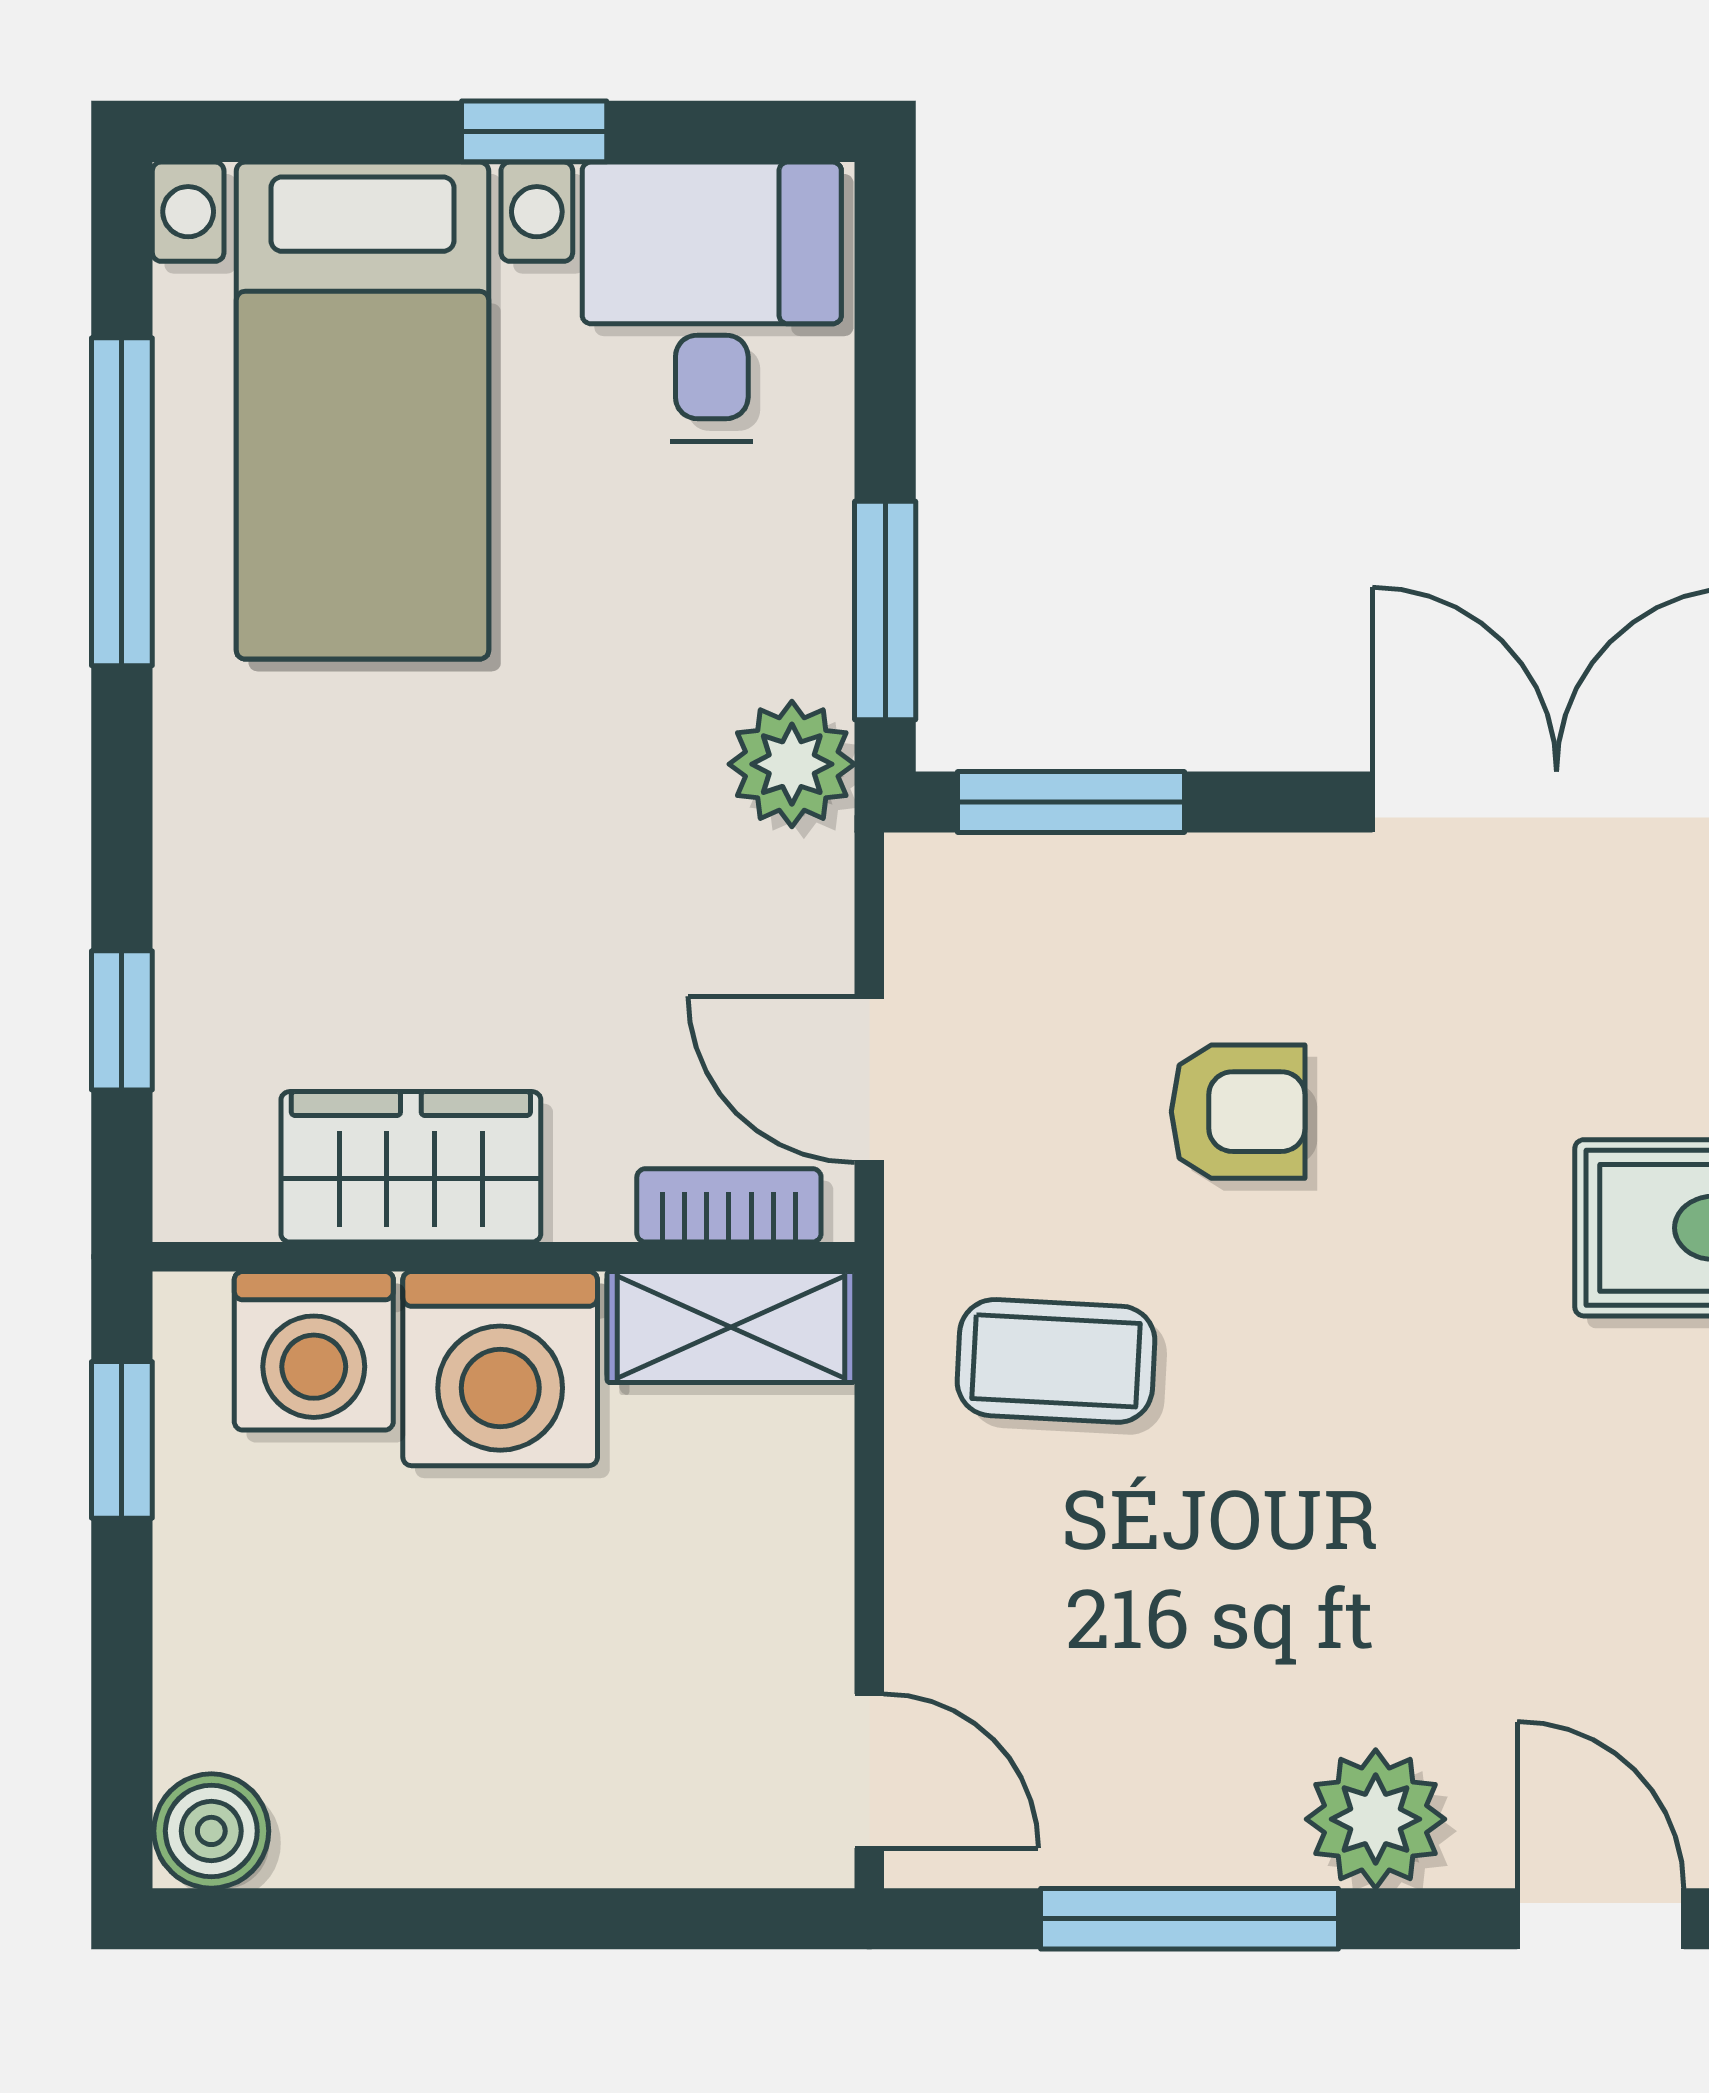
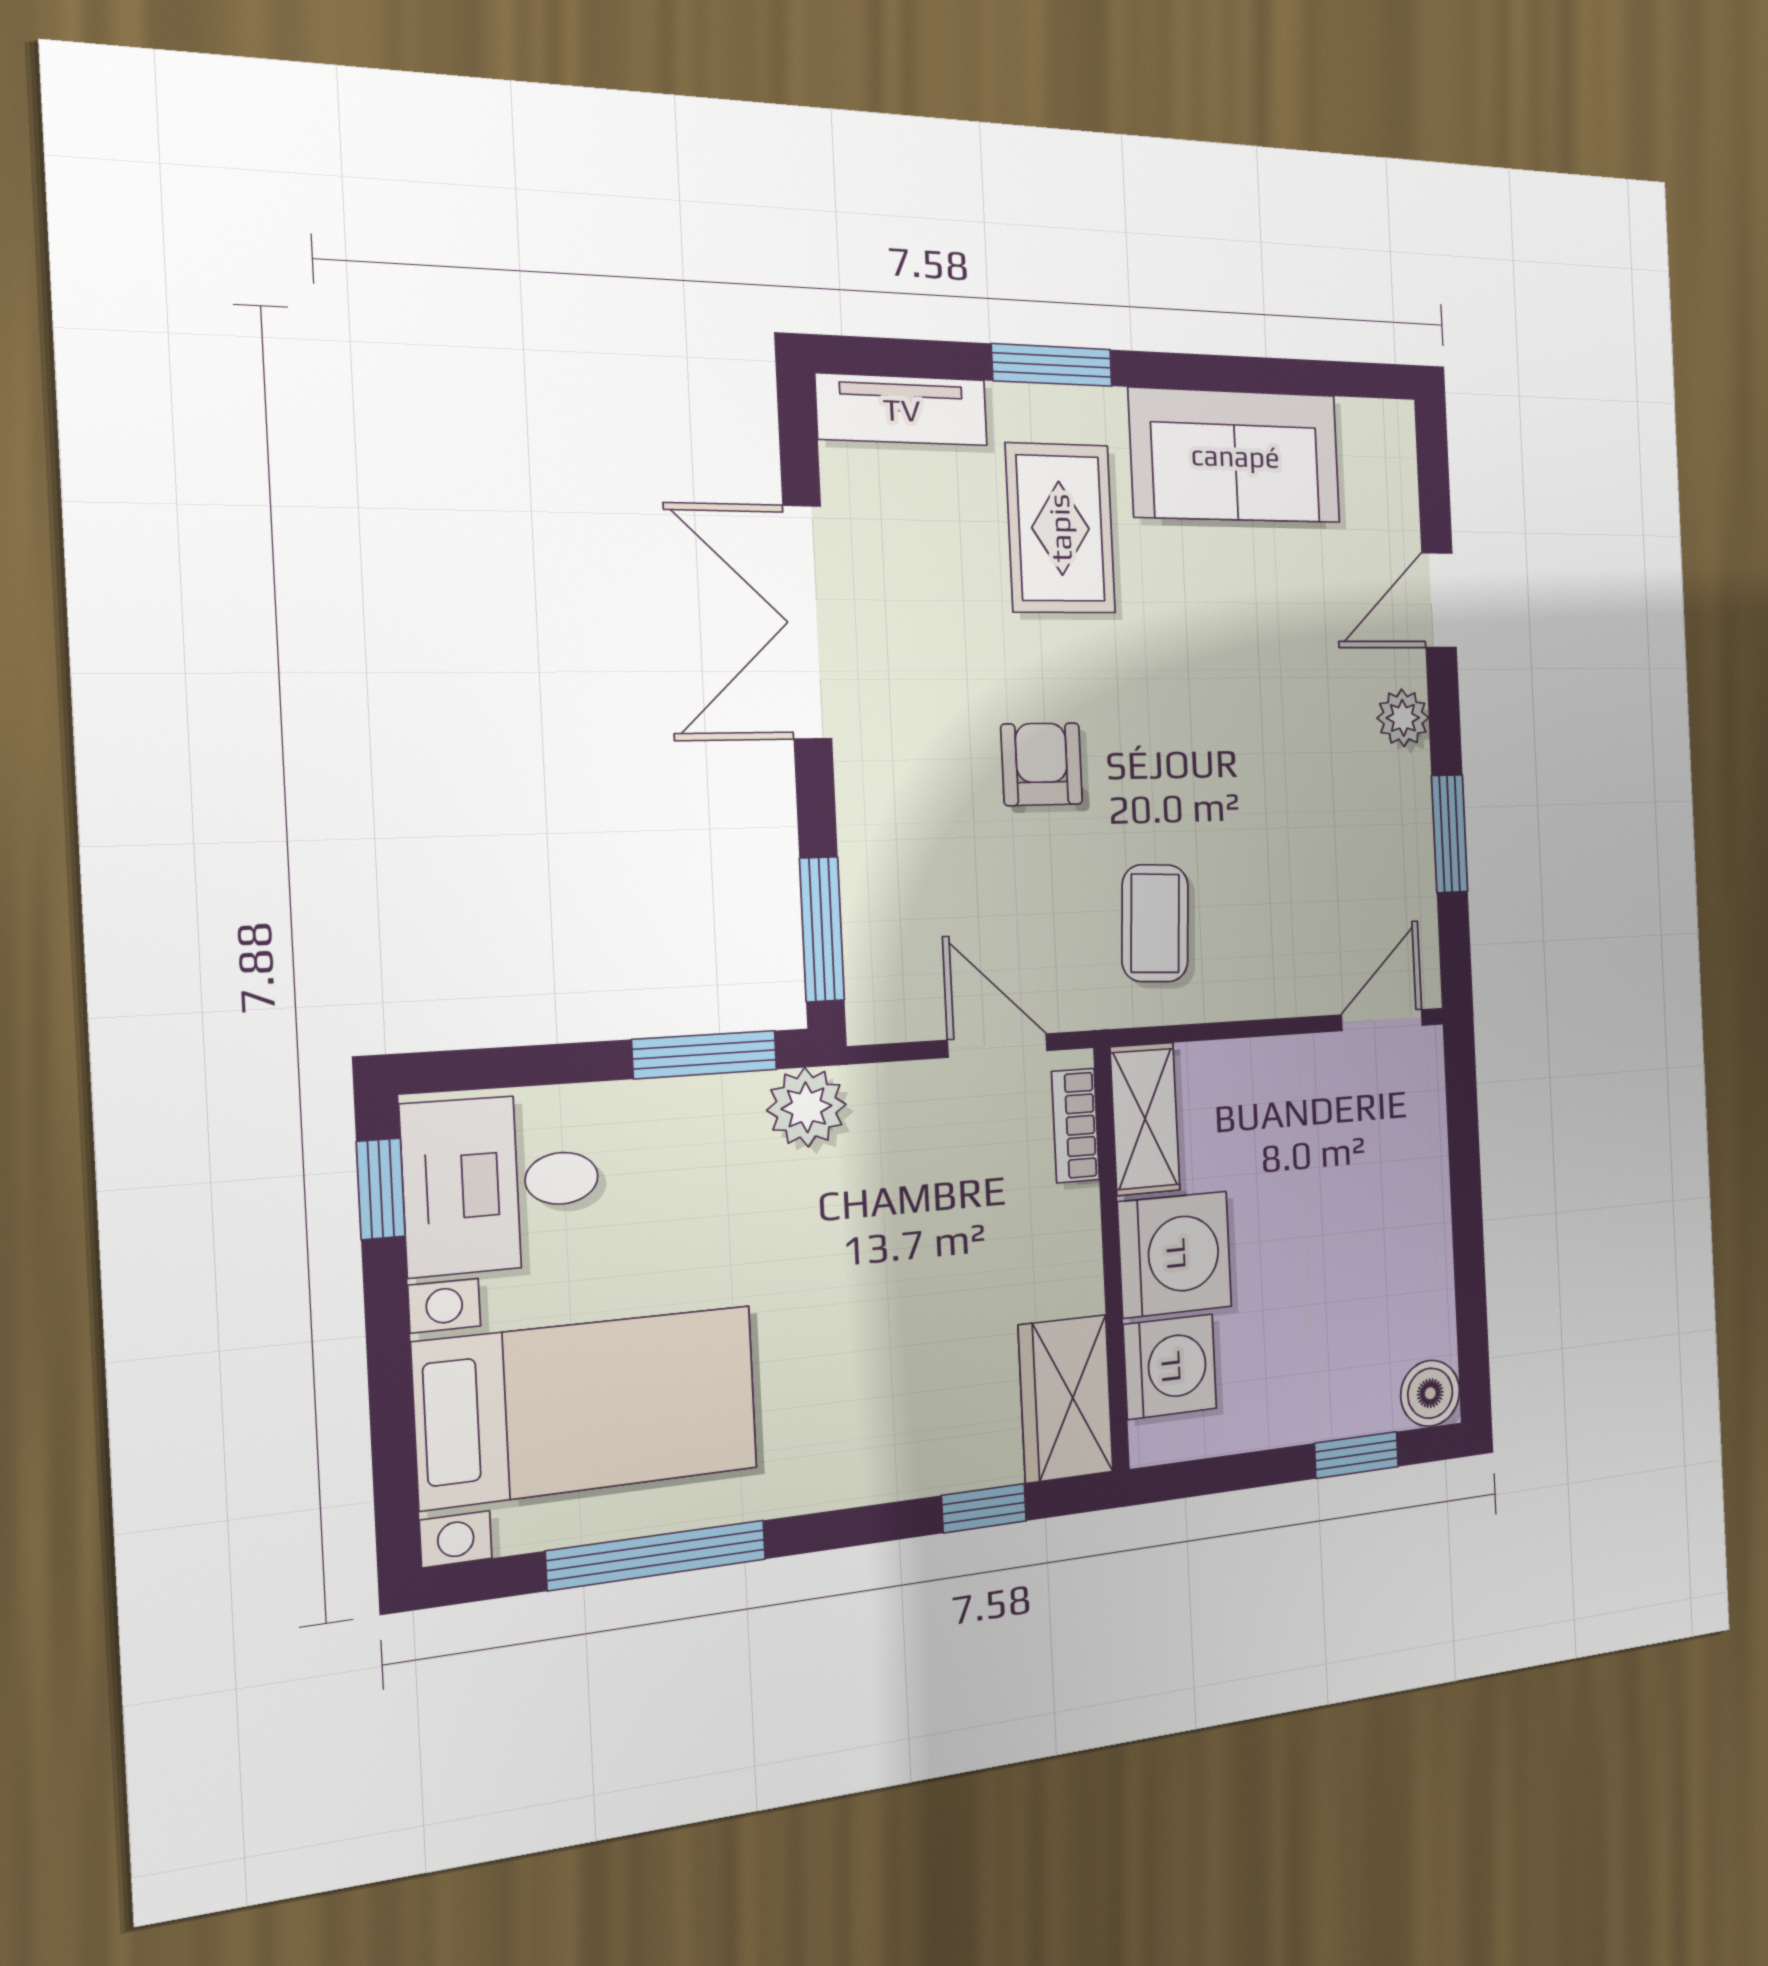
window: (534, 131) -> (381, 1189), moved
door: (869, 1079) -> (998, 1045), swing flipped
armchair: (1238, 1112) -> (1042, 764), moved
wardrobe: (411, 1167) -> (1066, 1399), moved
window: (122, 1440) -> (1357, 1455), moved
plant: (1376, 1819) -> (1403, 718), width x0.73, depth x0.73
window: (1189, 1919) -> (1450, 834), width x0.69

